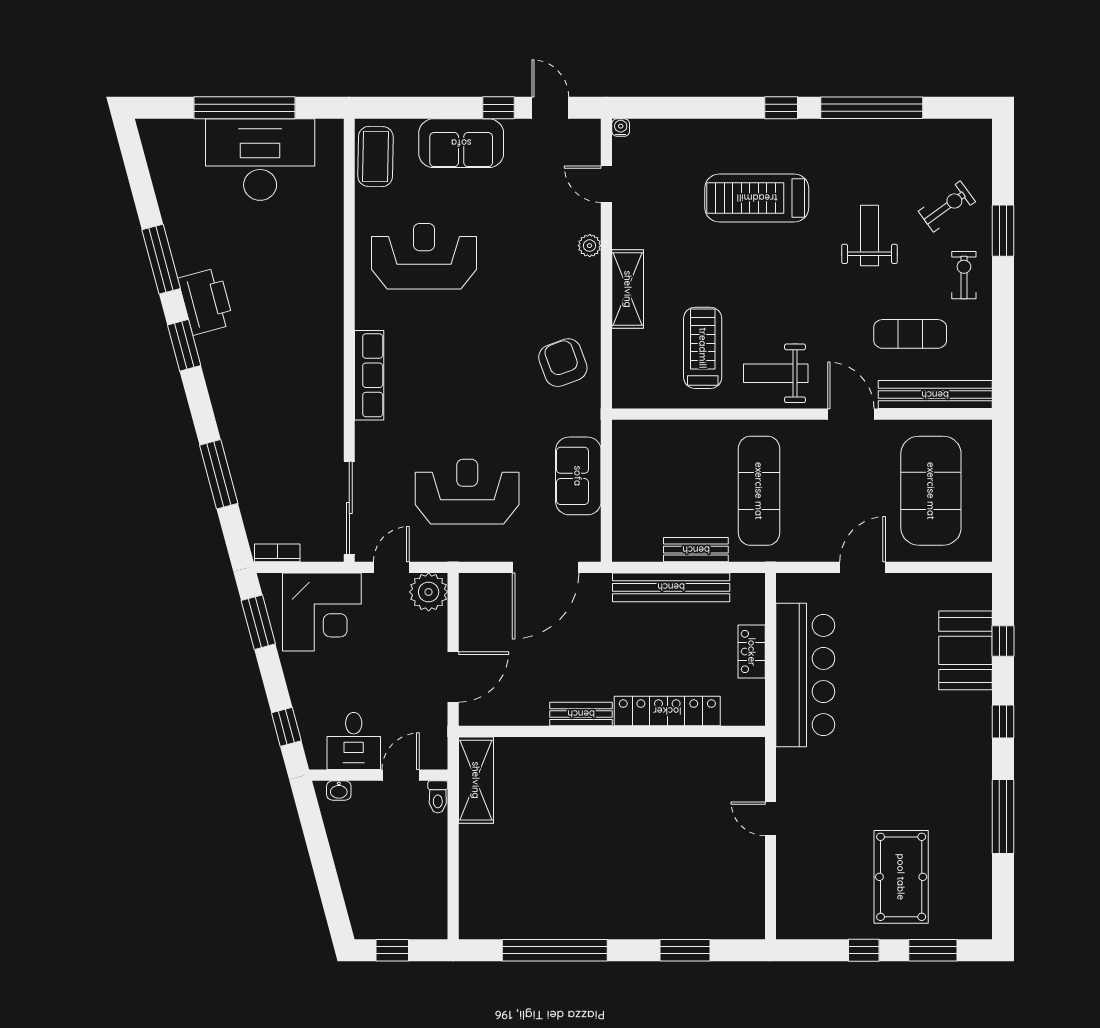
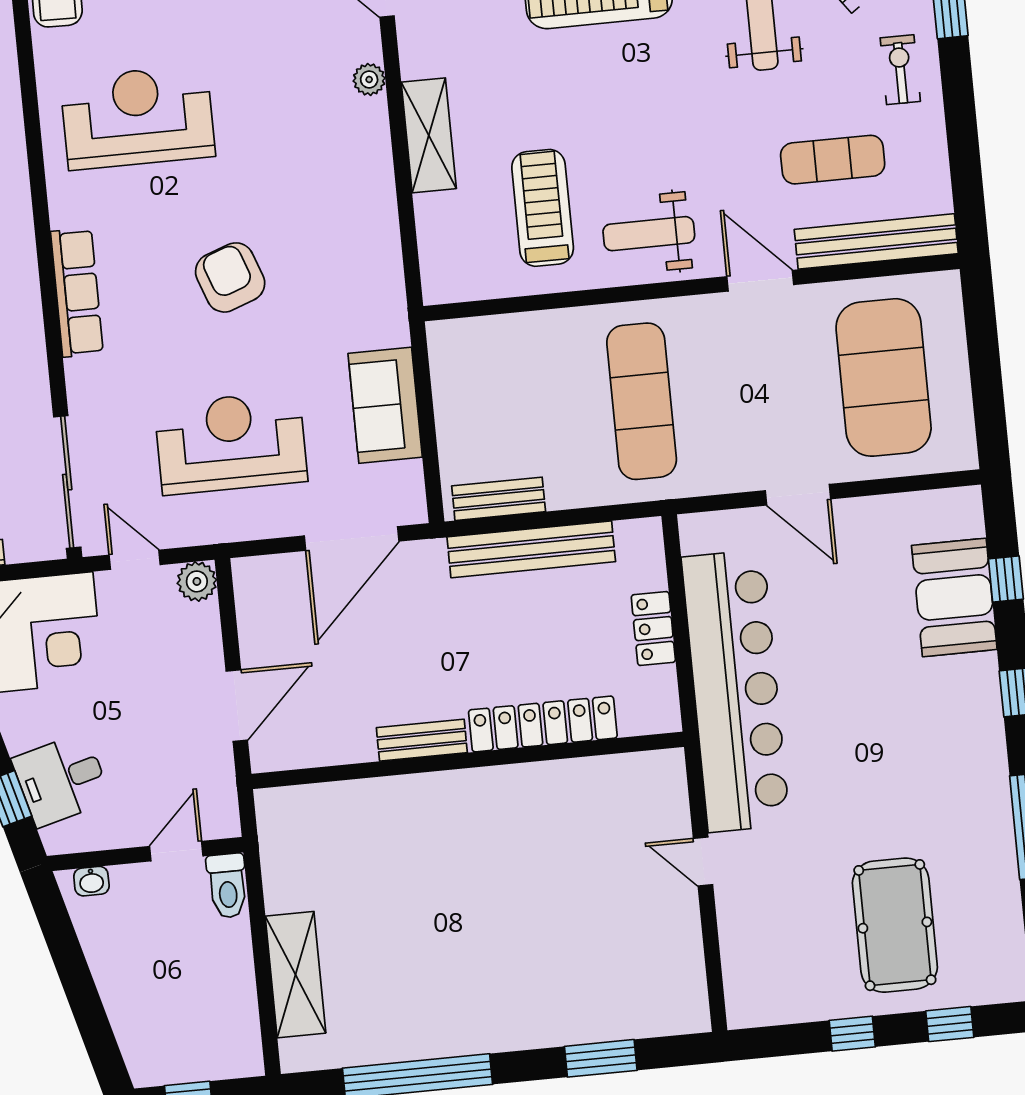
armchair: (563, 363) -> (230, 277), moved
bench: (696, 550) -> (499, 499), moved
door: (391, 567) -> (135, 560), hinge flipped
door: (863, 567) -> (798, 495), swing flipped
plant: (429, 592) -> (197, 581), width x0.73, depth x0.73
bar counter: (805, 675) -> (736, 691), width x1.36
desk: (354, 741) -> (61, 780), moved, turned 75
shelving: (476, 780) -> (296, 975), moved
toilet: (438, 797) -> (227, 886), width x1.37, depth x1.39
window: (933, 950) -> (950, 1024), width x0.67

